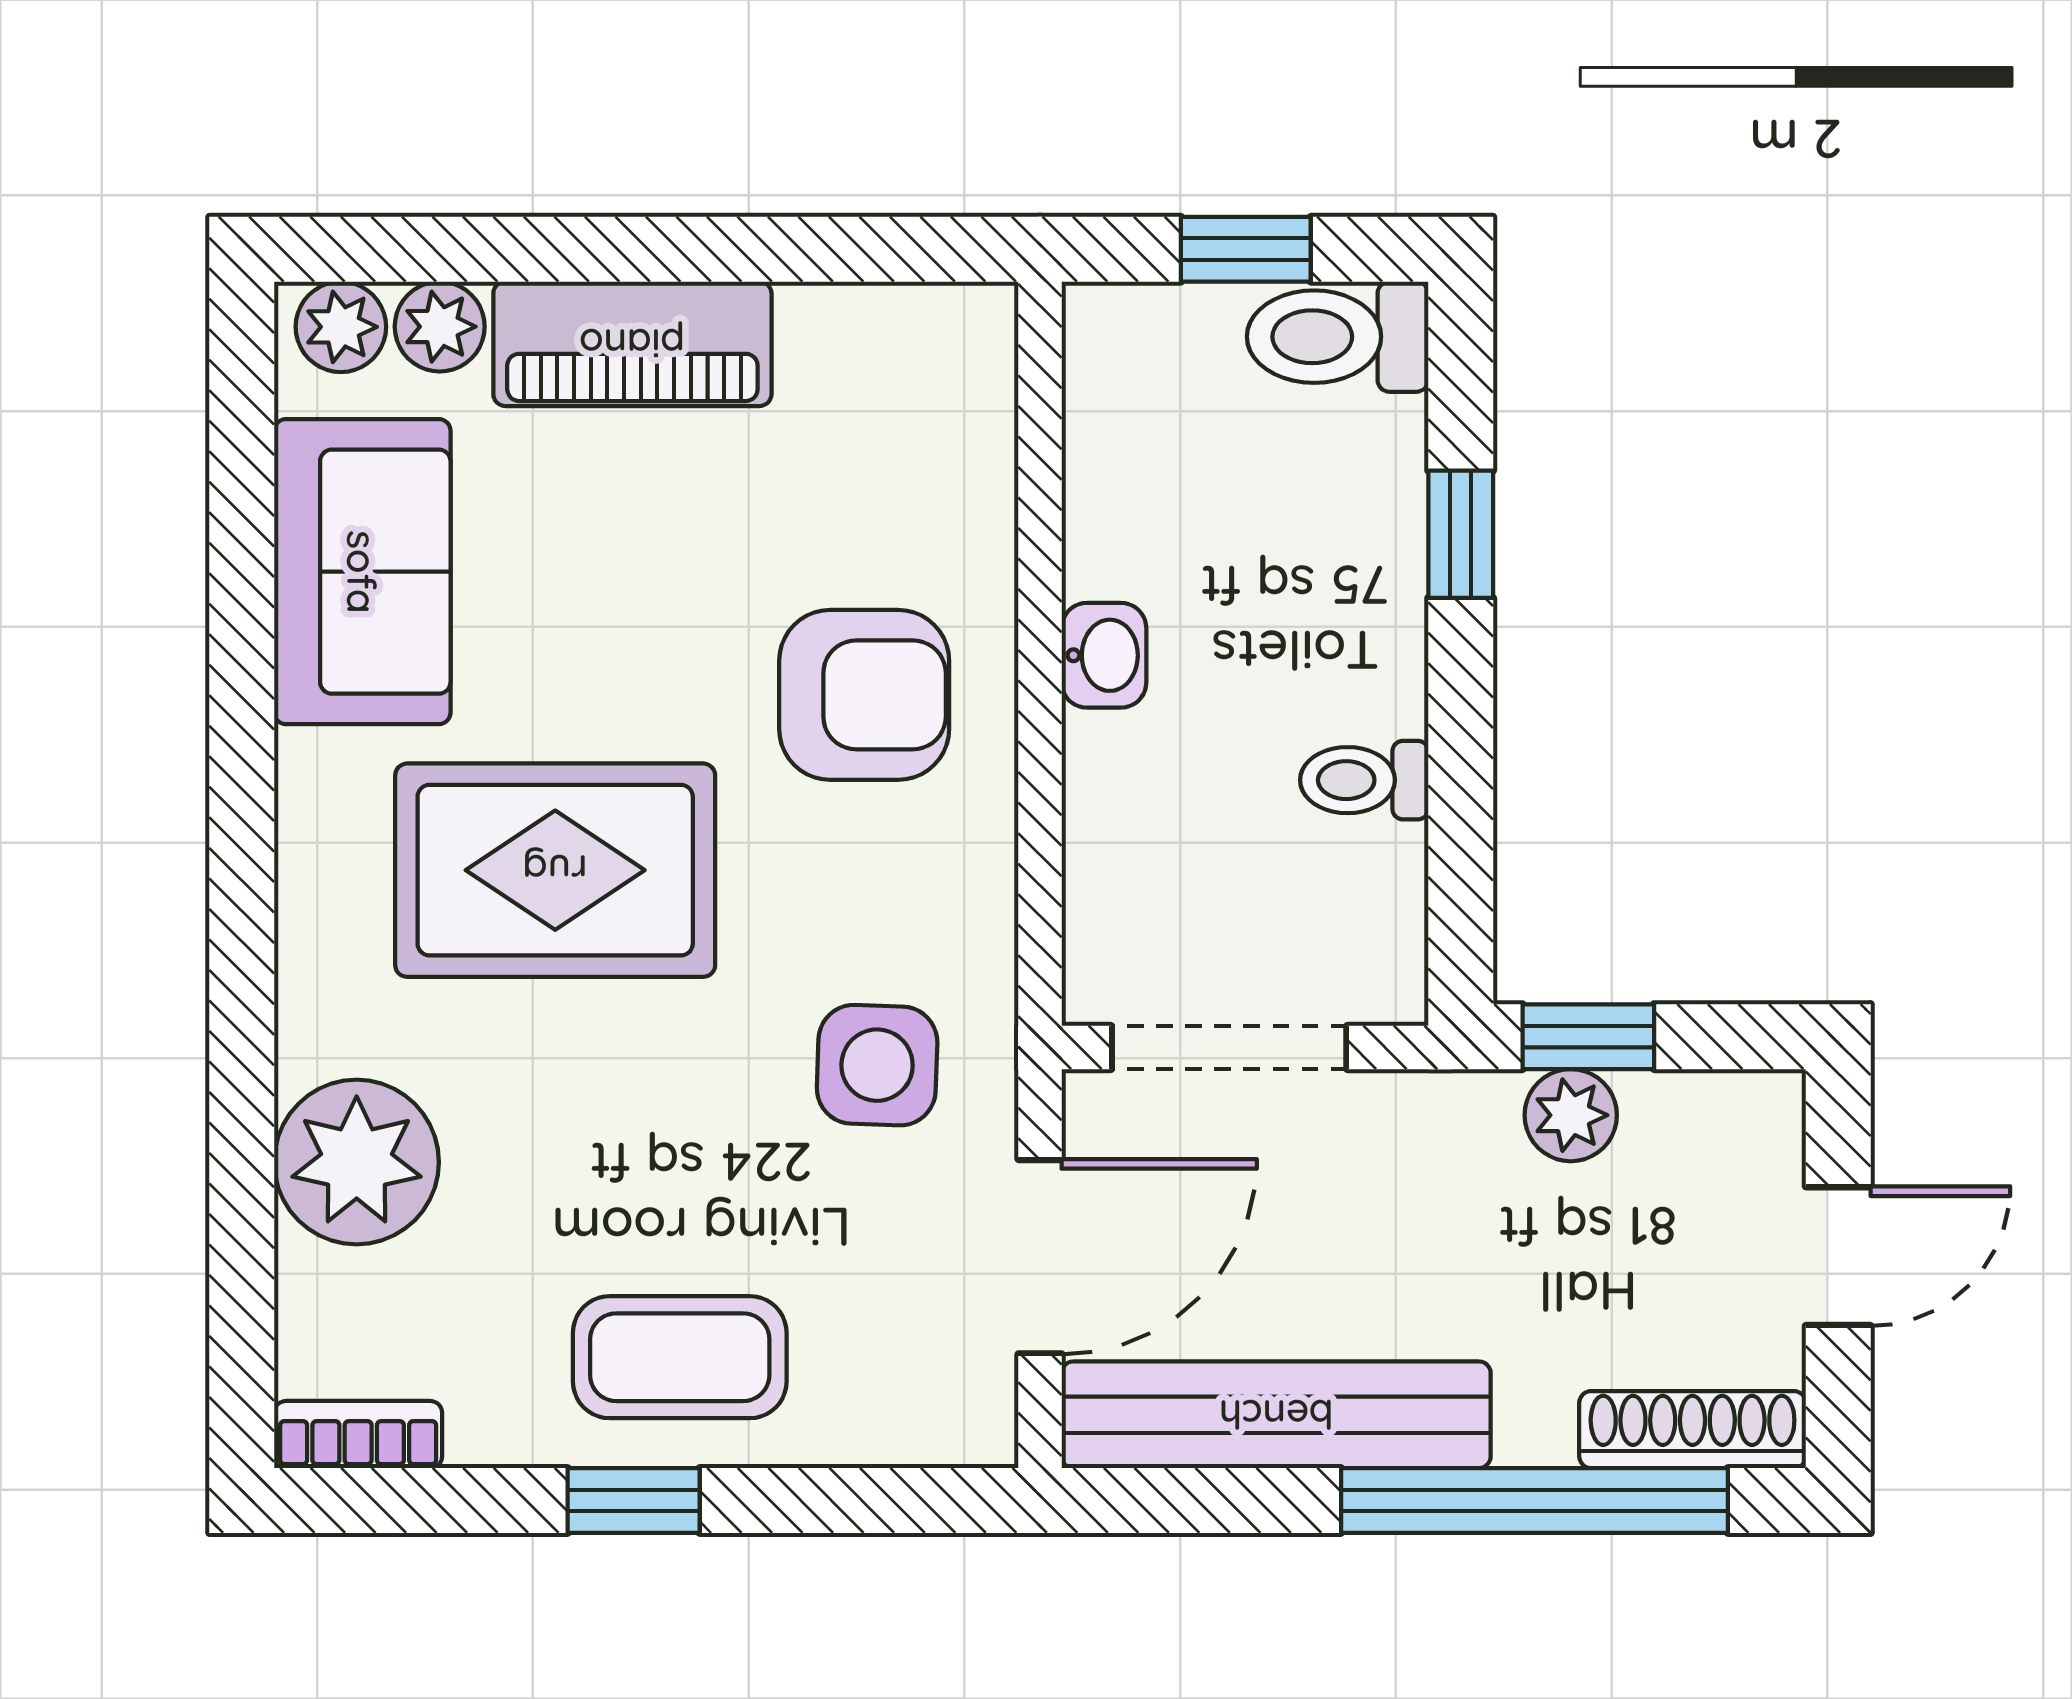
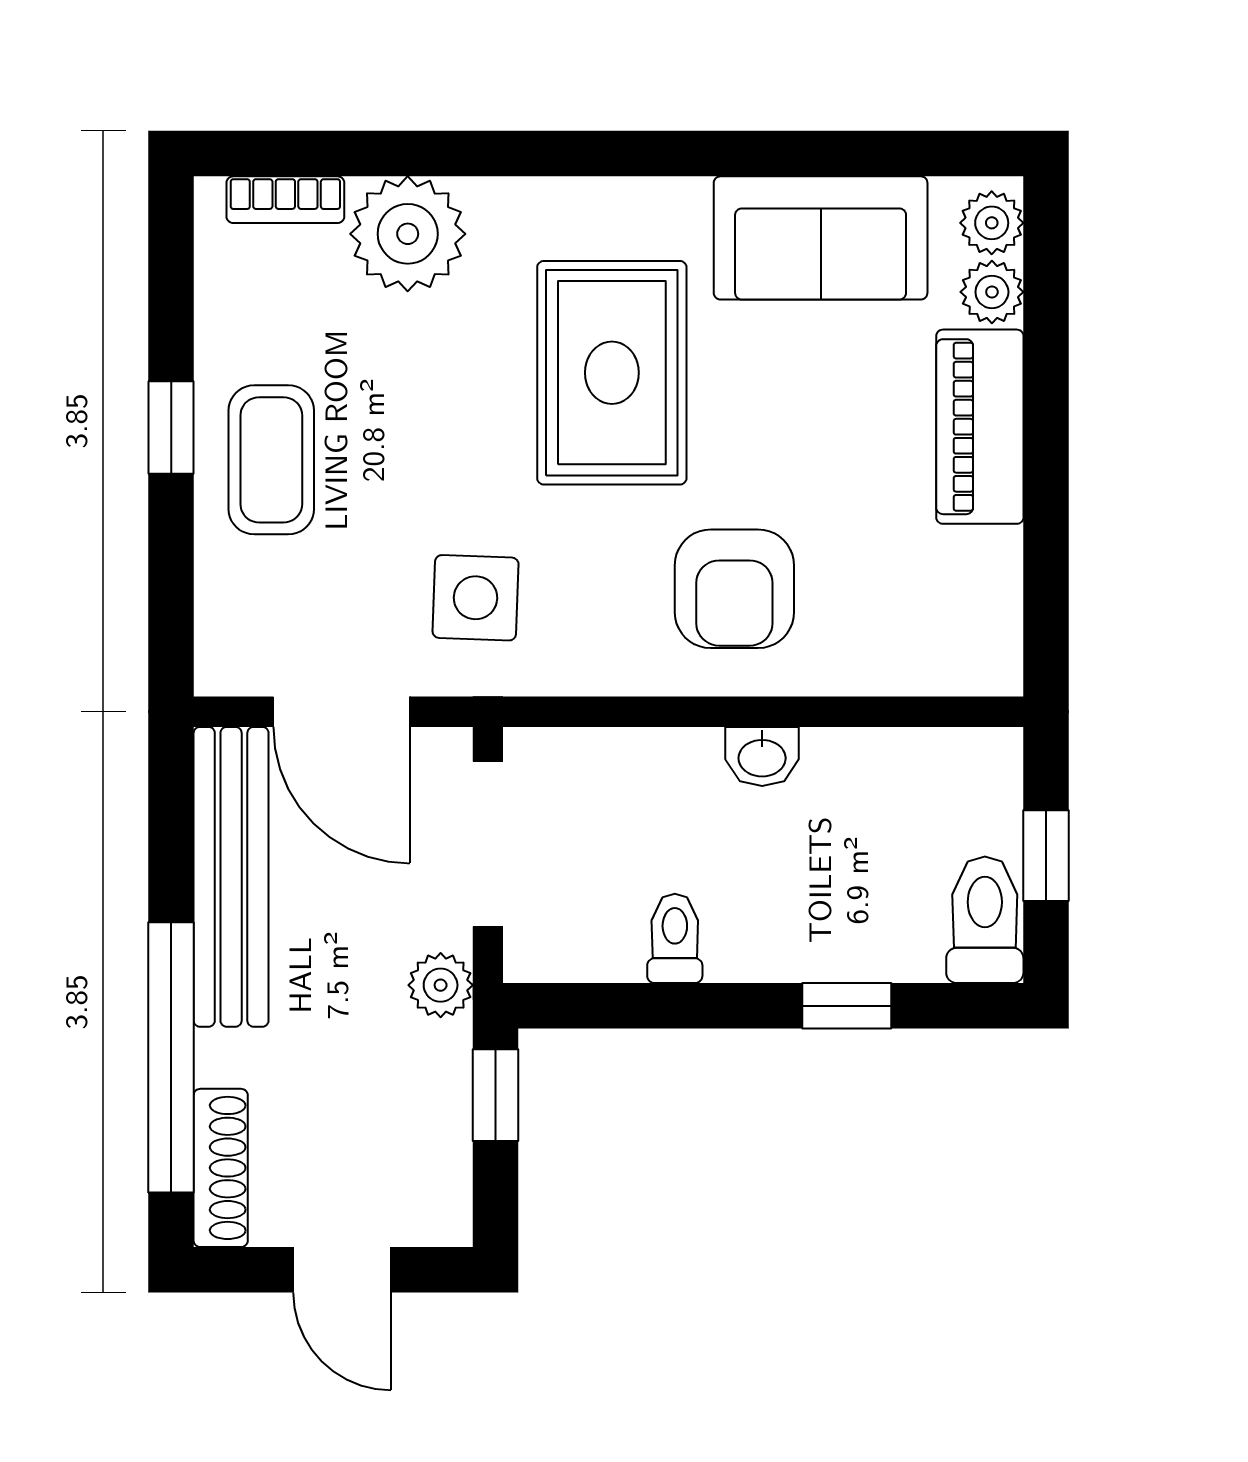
plant: (1571, 1115) -> (441, 985), moved
bookcase: (358, 1435) -> (285, 200), moved, turned 90

